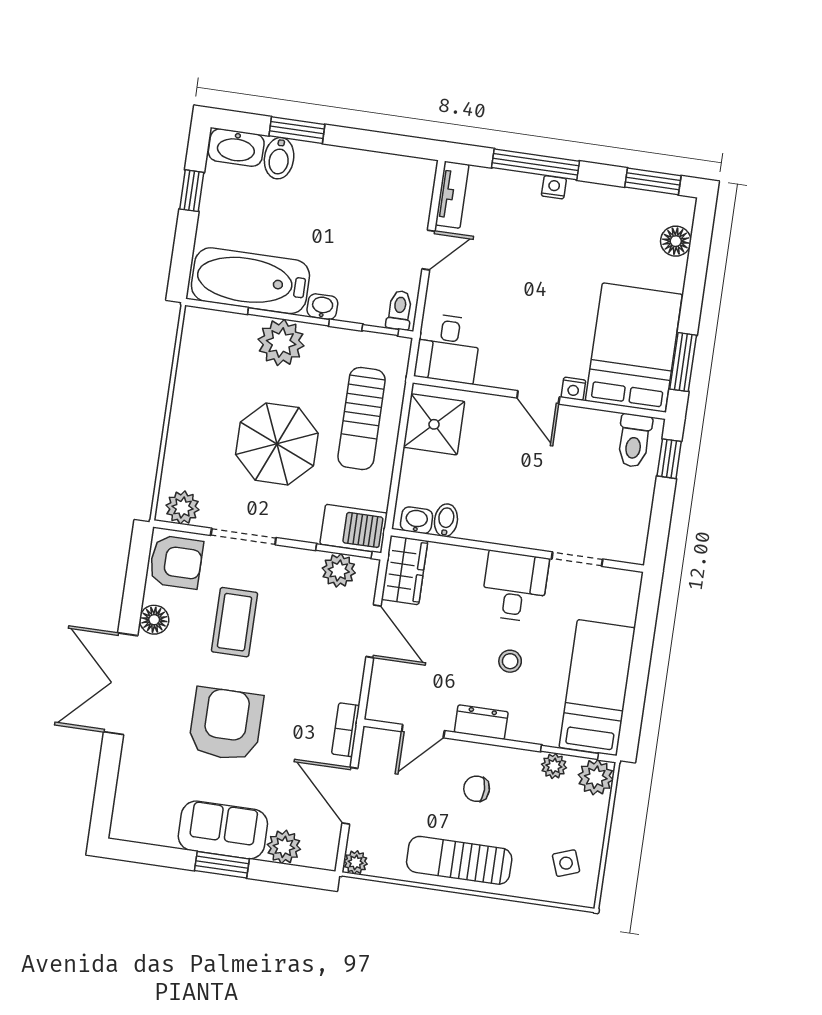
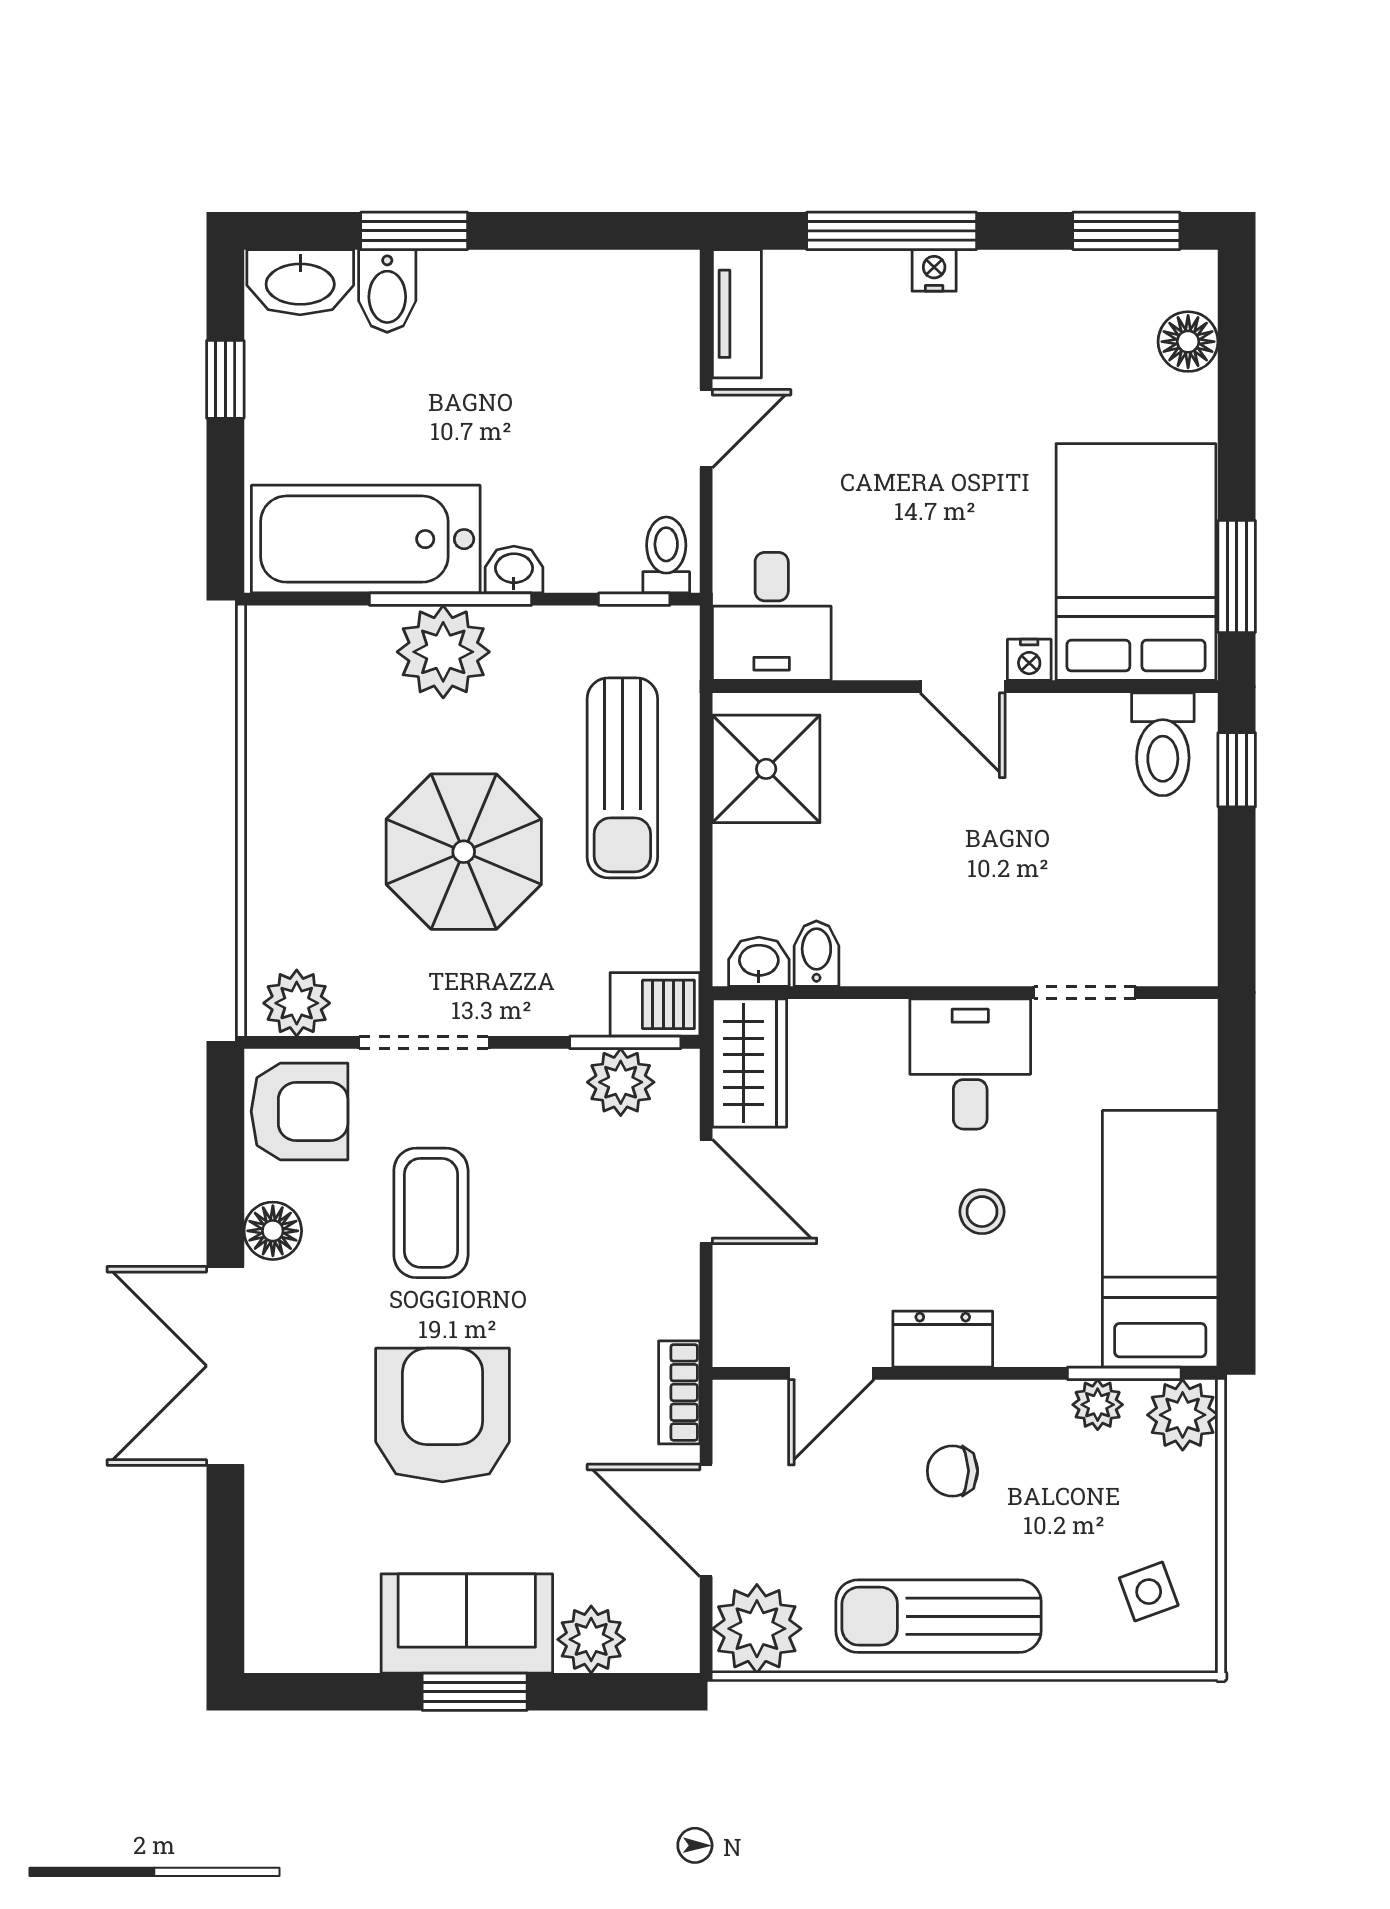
barbecue: (354, 529) -> (655, 1004), width x0.73, depth x0.79
plant: (356, 862) -> (757, 1629), width x1.88, depth x1.88

